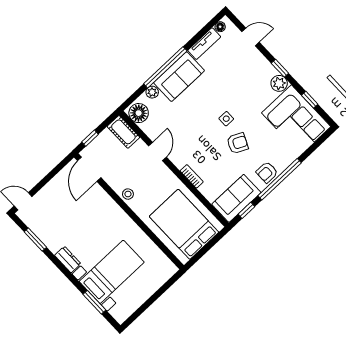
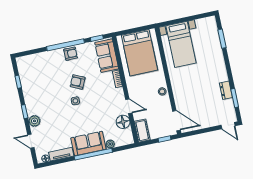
plant: (279, 83) -> (35, 121), moved
floor lamp: (139, 113) -> (123, 122), moved
corner sofa: (296, 120) -> (34, 75), removed
door: (158, 152) -> (129, 106), swing flipped
door: (89, 169) -> (176, 121), hinge flipped
sofa: (236, 198) -> (107, 56), moved, turned 90
dresser: (68, 260) -> (226, 90), moved
bed with nightstands: (112, 272) -> (181, 44), moved, turned -90

